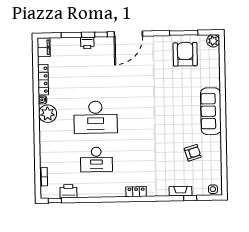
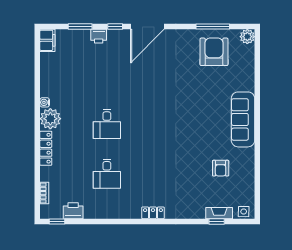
locker: (43, 80) -> (46, 148), moved
desk: (96, 117) -> (107, 124), width x0.53, depth x0.77
armchair: (193, 153) -> (221, 168), turned 107
desk: (96, 159) -> (107, 174), width x0.73
fireplace: (181, 191) -> (219, 213), moved

